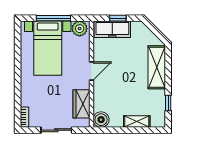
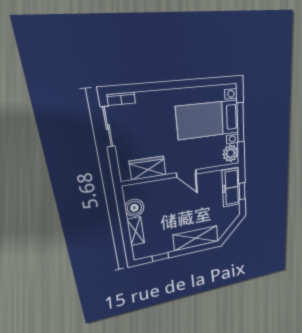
boiler: (101, 120) -> (134, 208), moved
sliding door: (56, 130) -> (108, 127), moved

